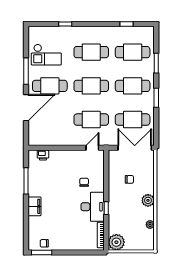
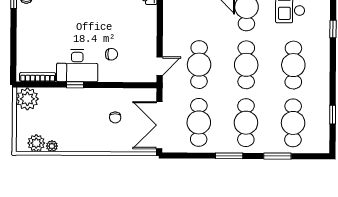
door: (92, 148) -> (160, 66), hinge flipped
double door: (135, 148) -> (159, 125), swing flipped
plant: (148, 200) -> (36, 143), moved

